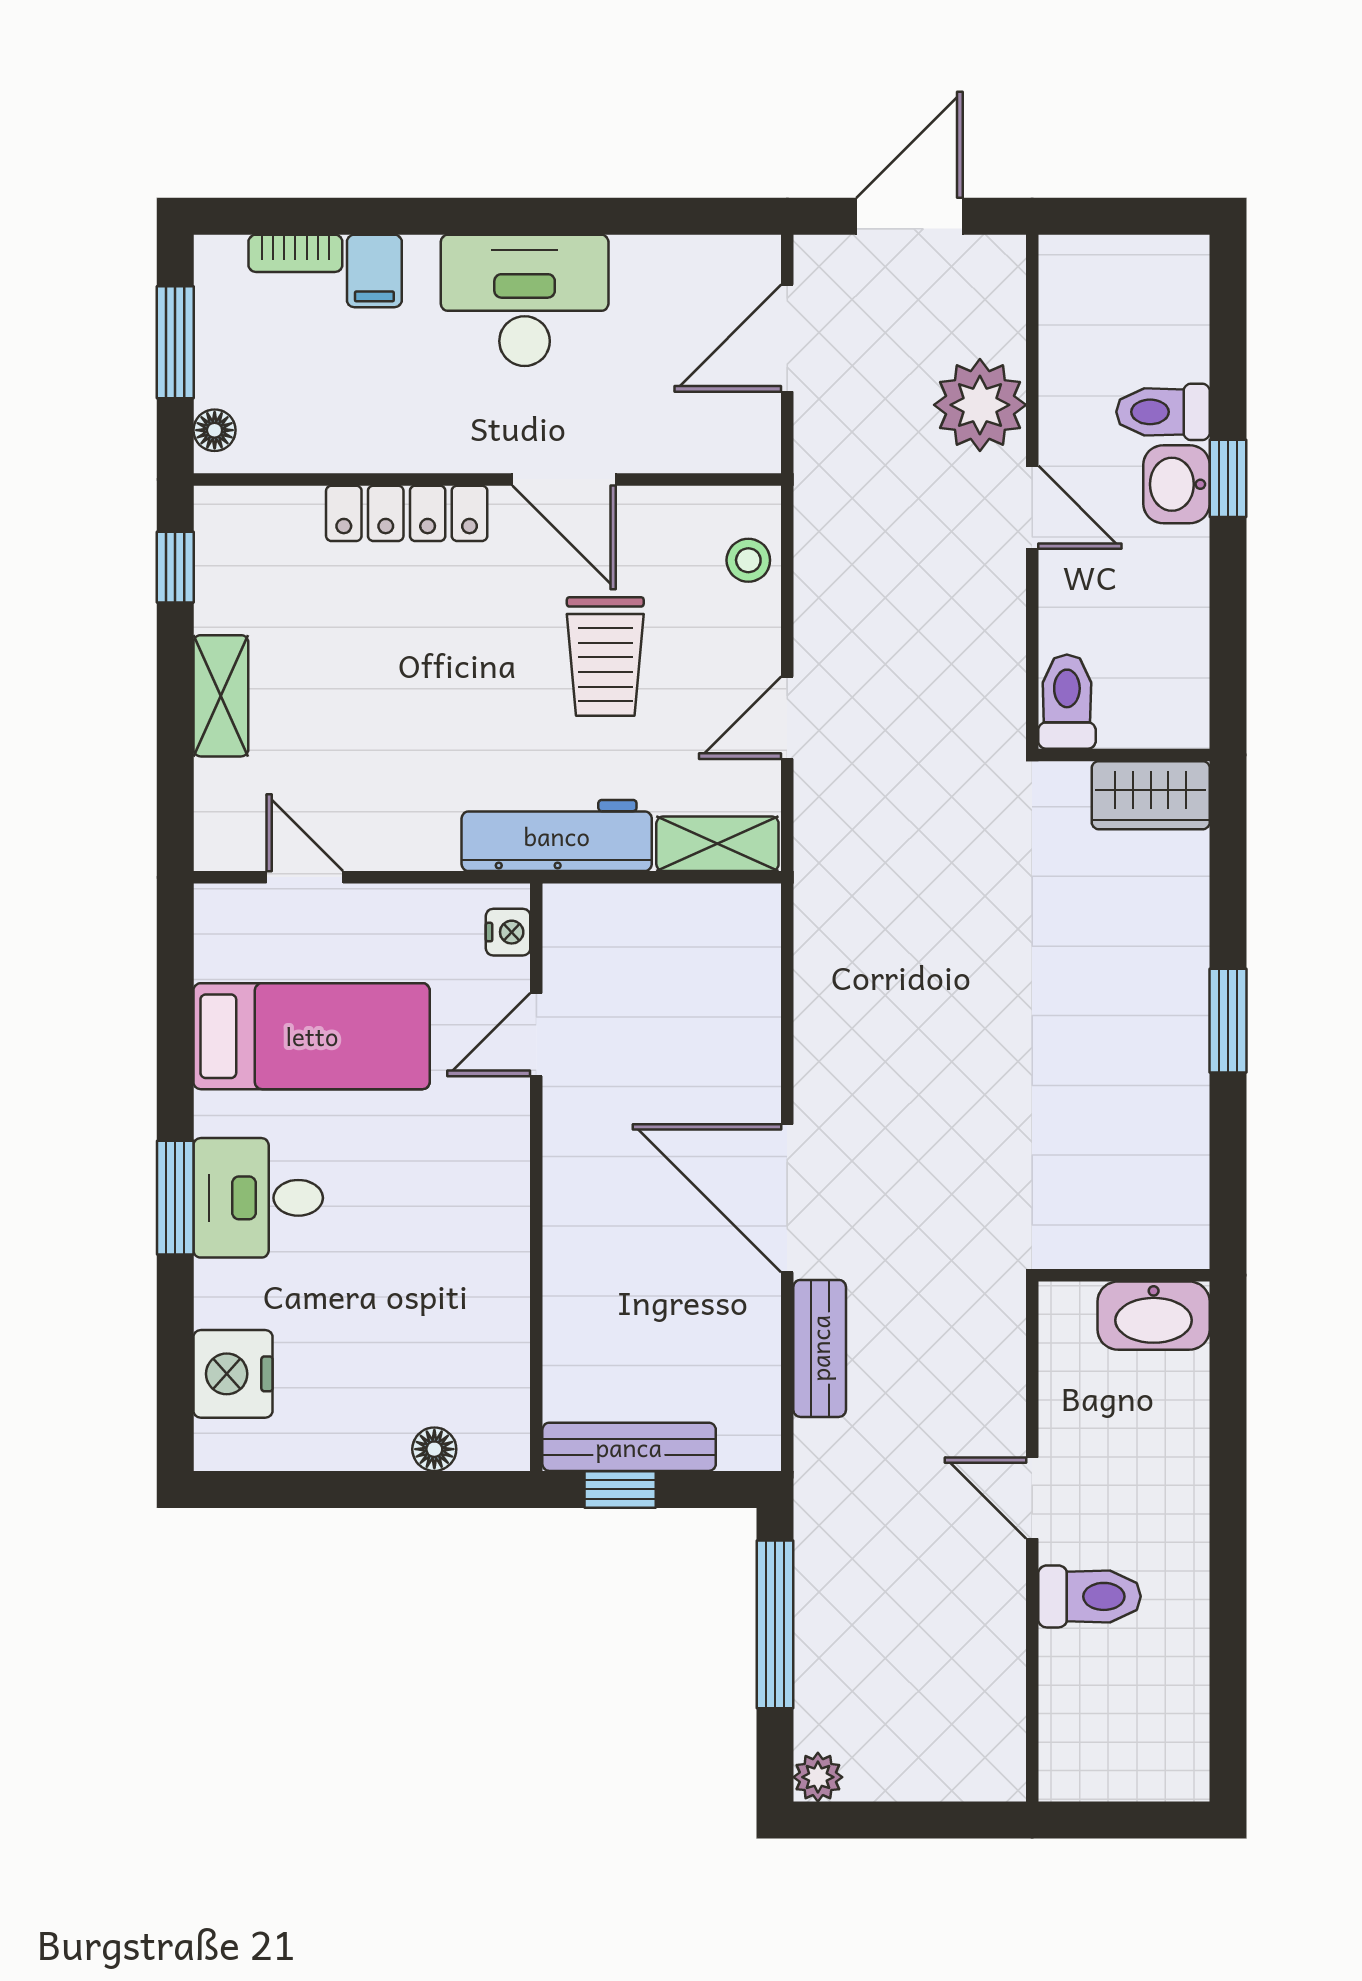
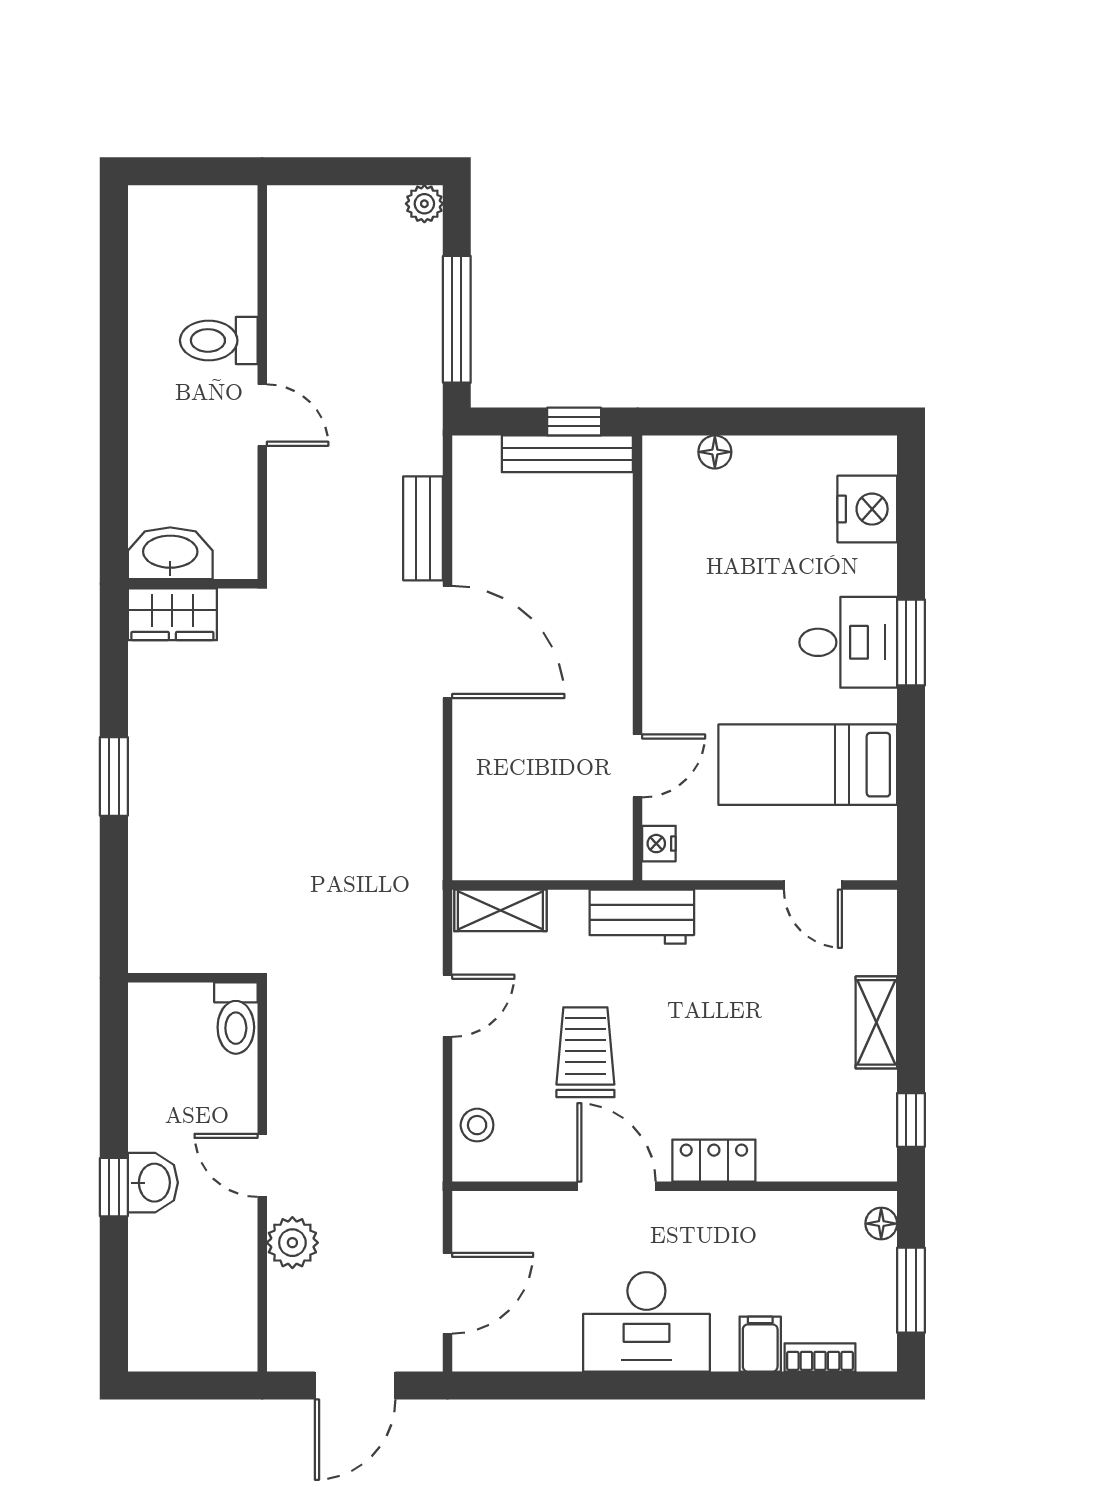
plant: (980, 405) -> (292, 1243), width x0.73, depth x0.73
toilet: (1163, 412) -> (163, 1237), removed
locker: (407, 513) -> (714, 1161), width x0.66
wardrobe: (1151, 795) -> (172, 614), moved, turned 180
workbench: (557, 836) -> (642, 917), width x0.73

